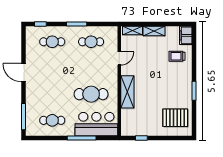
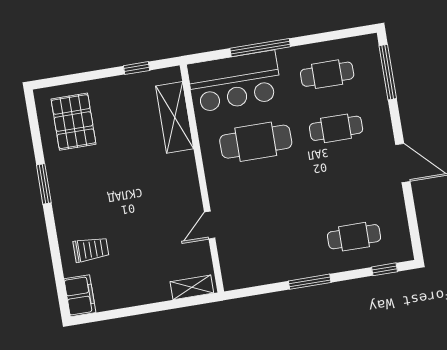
shelving: (154, 31) -> (147, 294), removed
cafe table: (91, 42) -> (336, 128), moved
shelving: (127, 92) -> (175, 117), moved
pallet: (175, 118) -> (73, 122), turned 90

